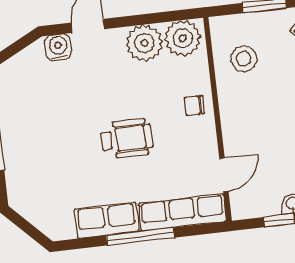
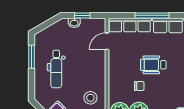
chair: (195, 105) -> (139, 86), moved

